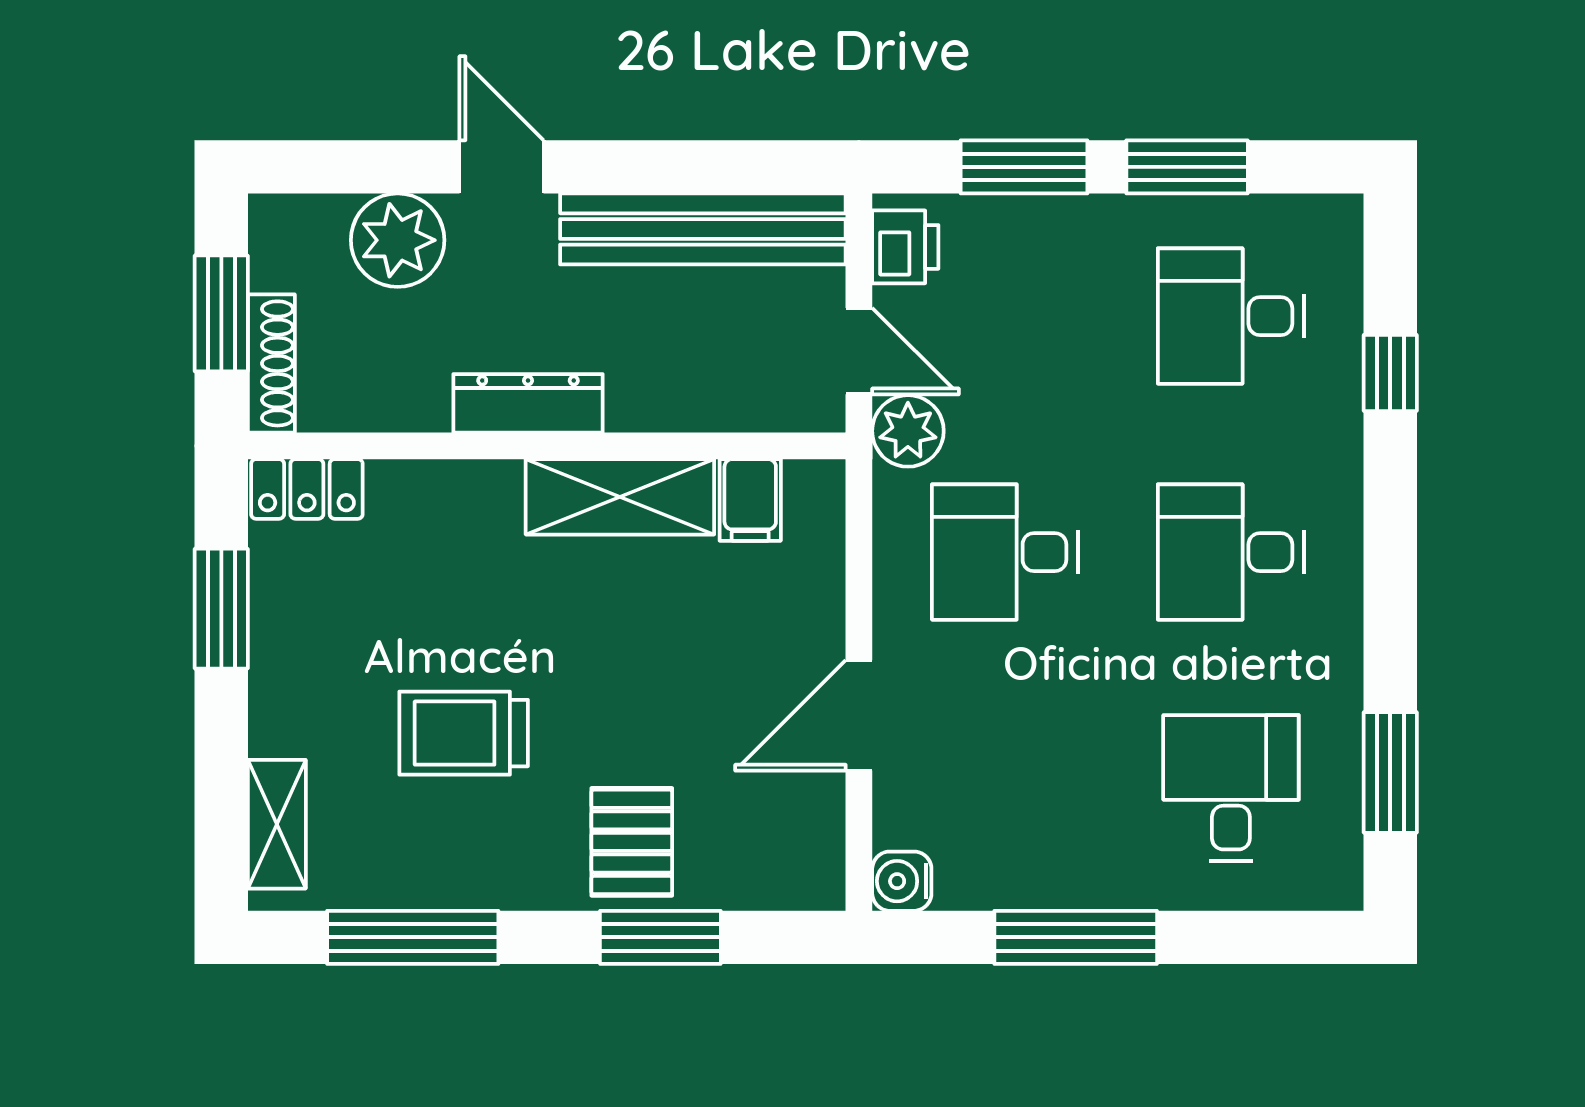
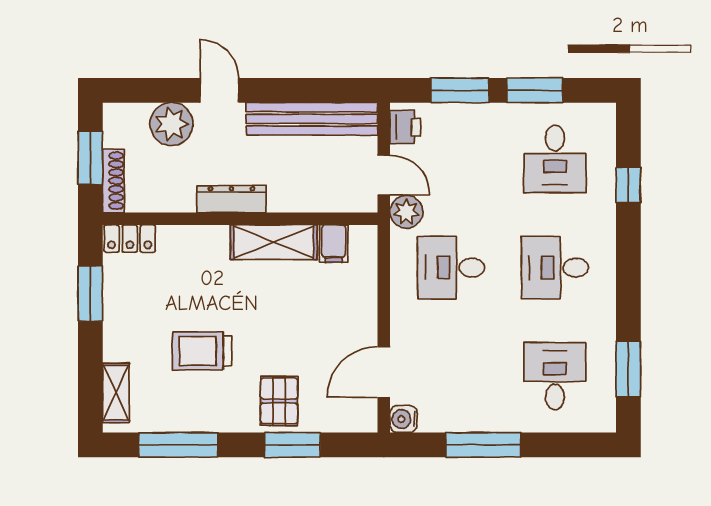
desk: (1231, 316) -> (555, 159), turned -90
door: (859, 715) -> (384, 372), moved

